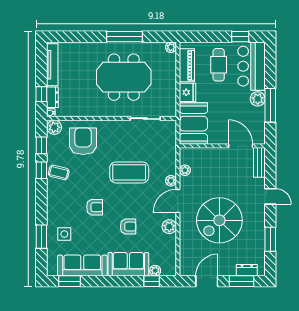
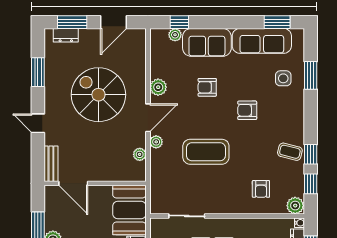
armchair: (83, 141) -> (261, 189), width x0.53, depth x0.53
spiral stairs: (219, 220) -> (98, 95), turned -90

